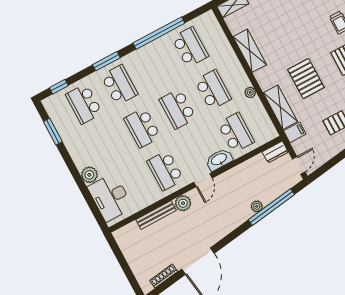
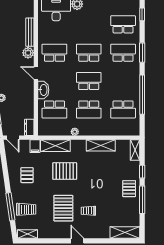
school desk: (119, 85) -> (123, 53), turned 180

